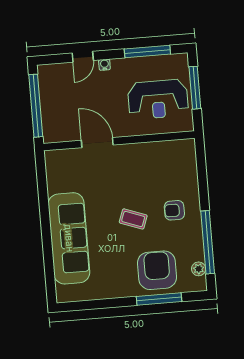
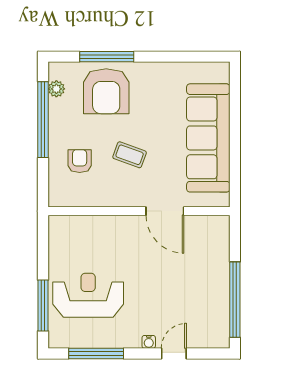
wall: (119, 141) -> (139, 211), moved
door: (97, 143) -> (165, 211), moved
armchair: (174, 210) -> (80, 161), turned -90

